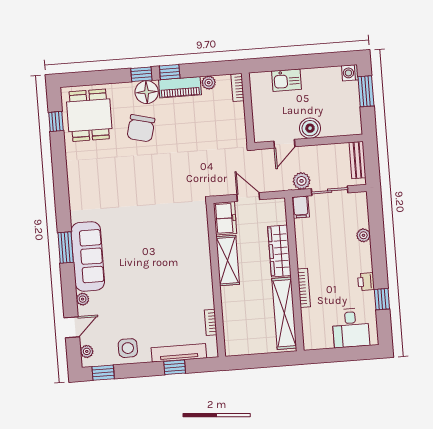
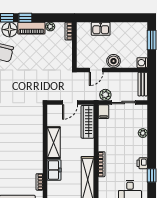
washing machine: (350, 73) -> (142, 63), moved
door: (248, 197) -> (70, 103), swing flipped
freezer: (225, 218) -> (54, 170), moved
wardrobe: (279, 251) -> (88, 122), moved

